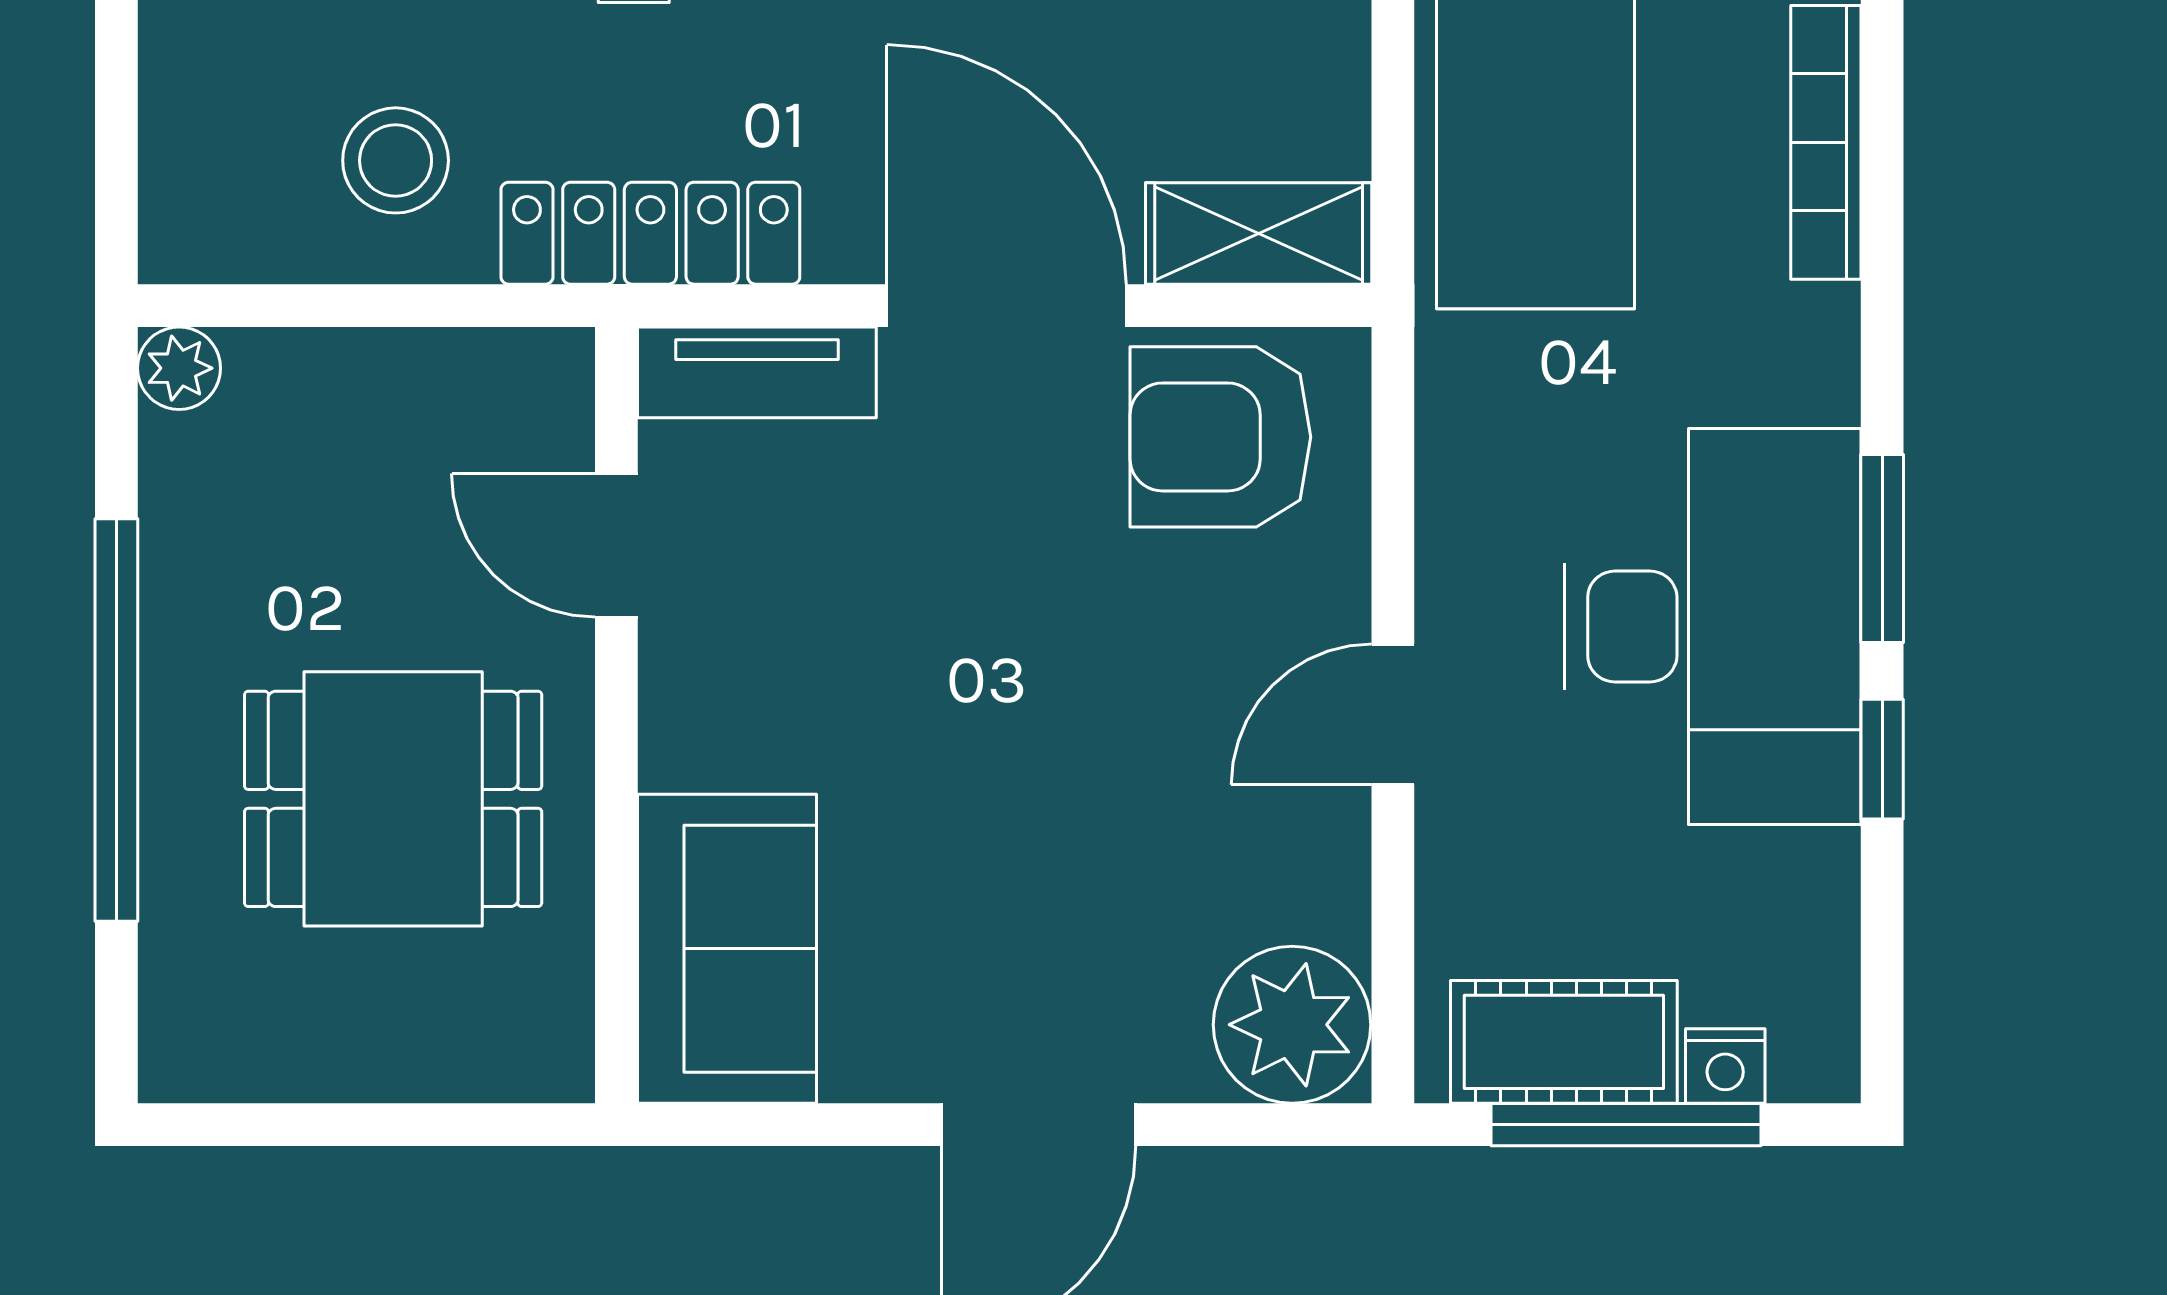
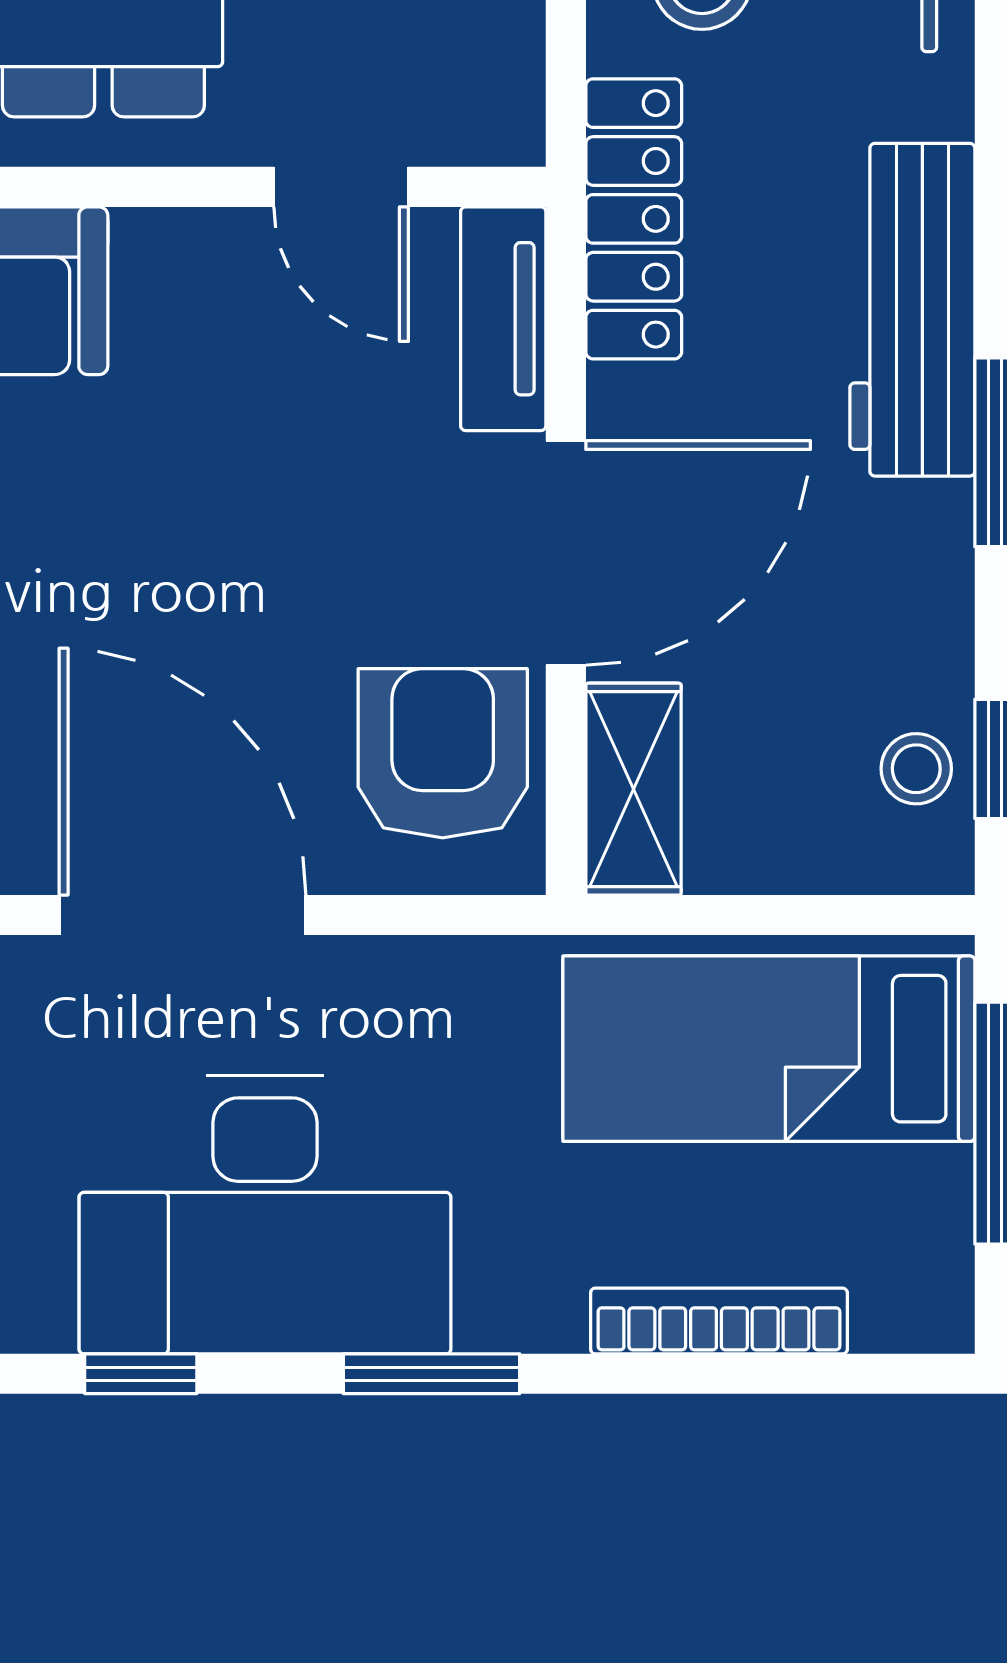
door: (616, 545) -> (341, 187), swing flipped
window: (1882, 548) -> (432, 1374), moved
door: (1393, 714) -> (183, 915), width x1.87

